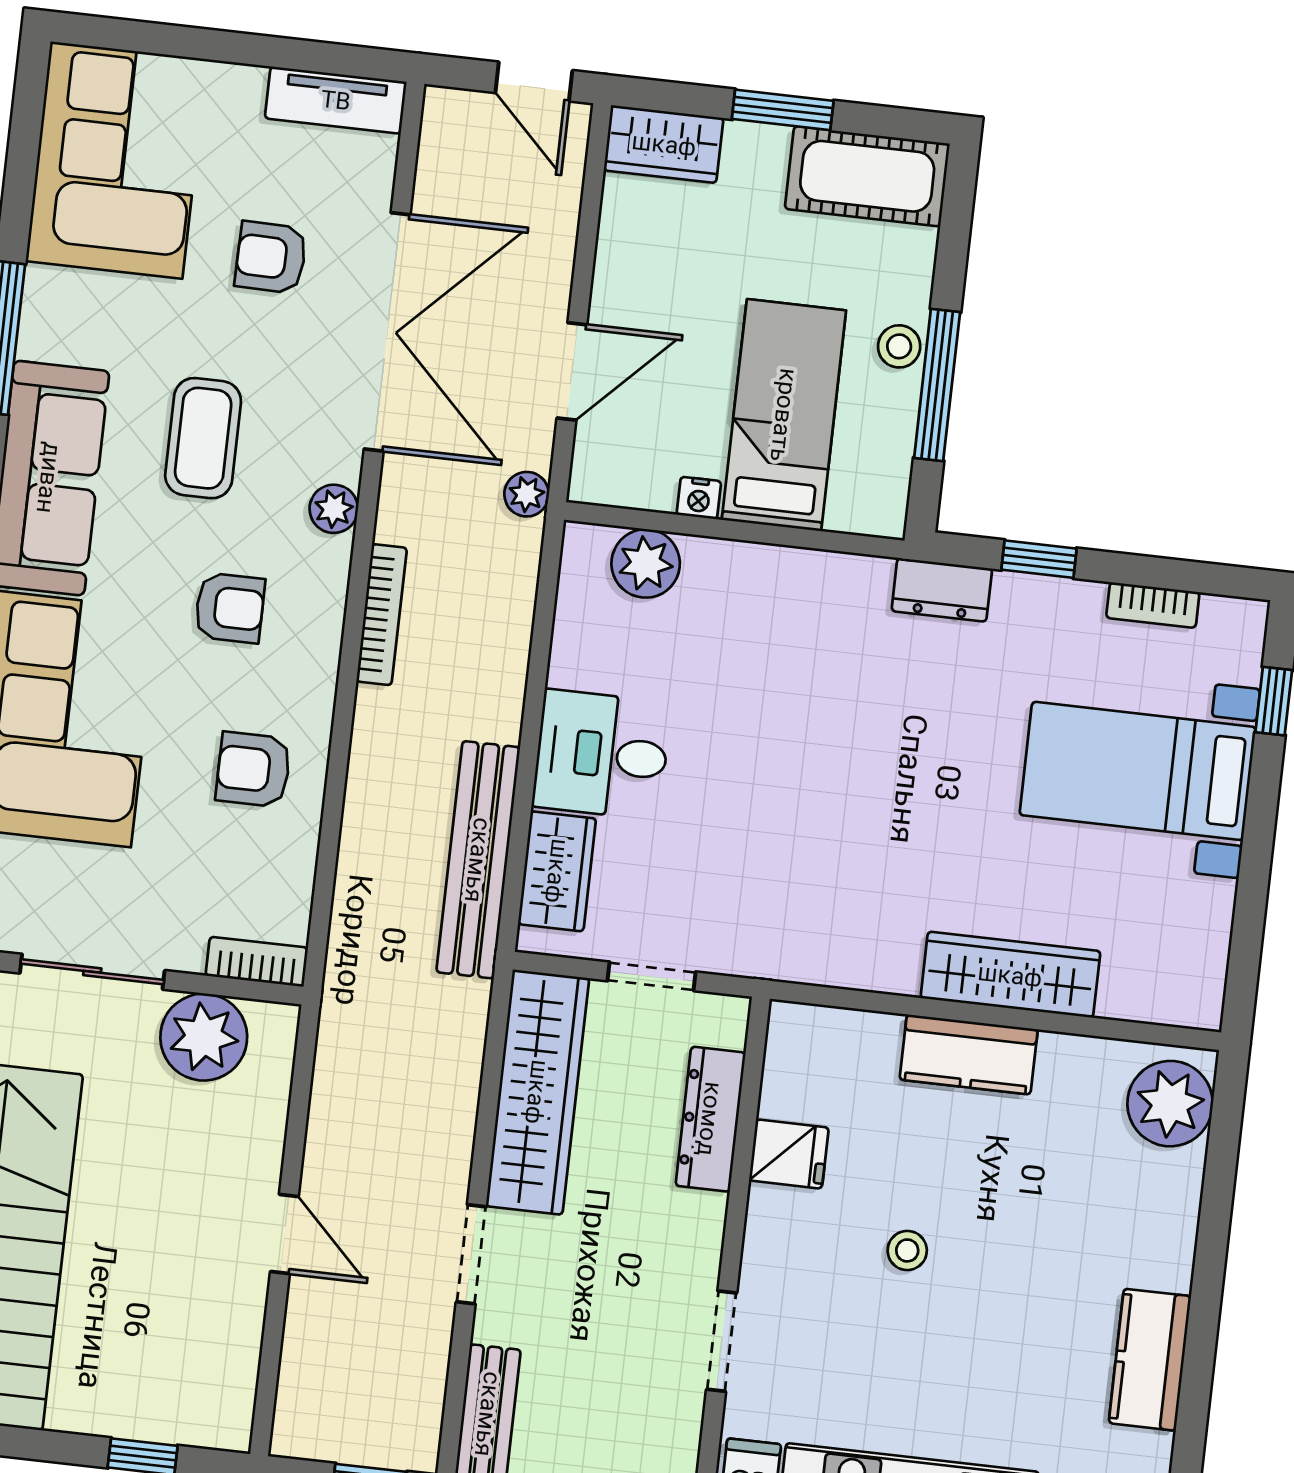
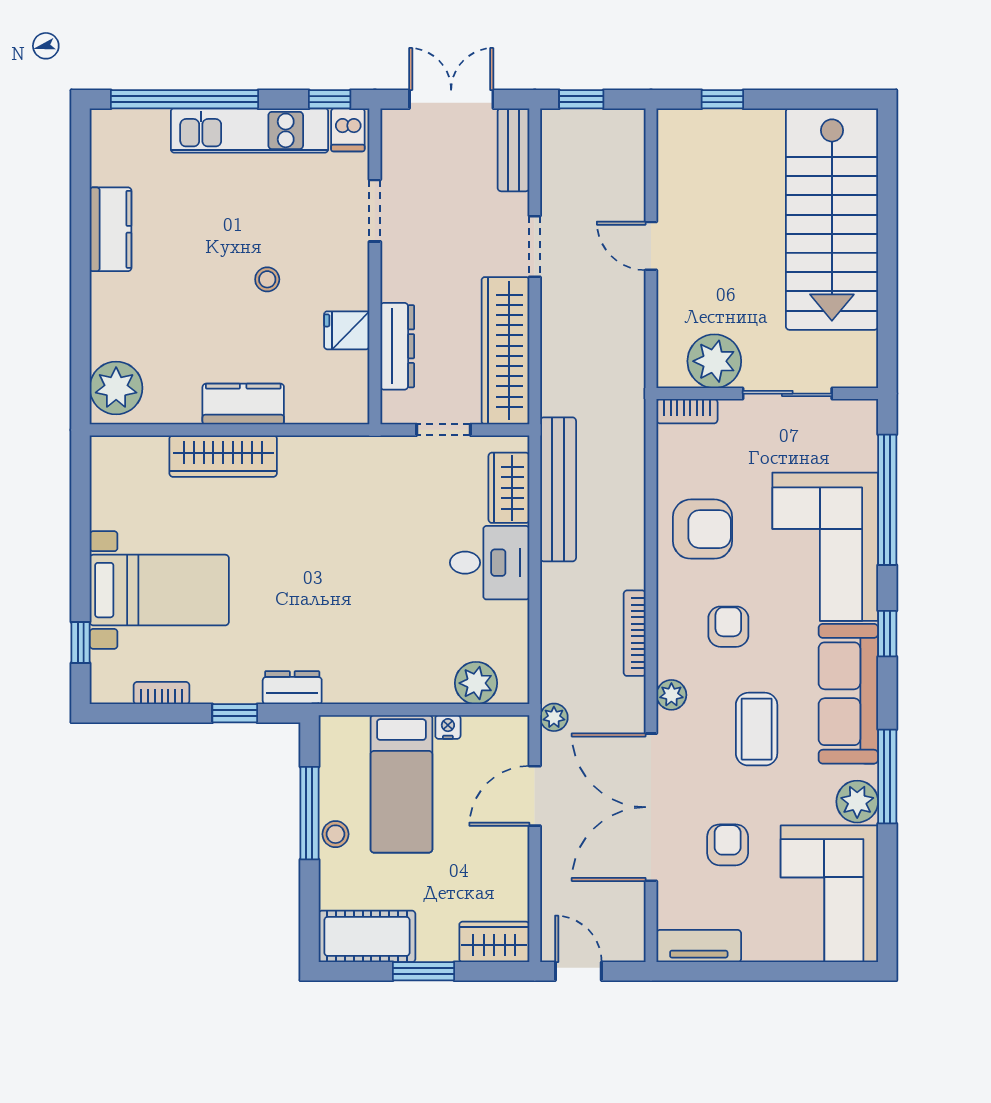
armchair: (271, 257) -> (728, 845), turned -91
plant: (55, 303) -> (857, 802), added
armchair: (230, 608) -> (728, 627), turned 90
armchair: (253, 769) -> (703, 529), width x1.38, depth x1.38

